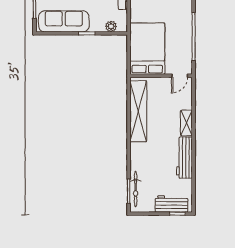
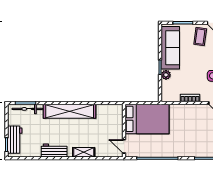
plant: (111, 26) -> (166, 75), moved
shelving: (138, 111) -> (70, 111), moved
workbench: (184, 158) -> (54, 151), width x0.73

